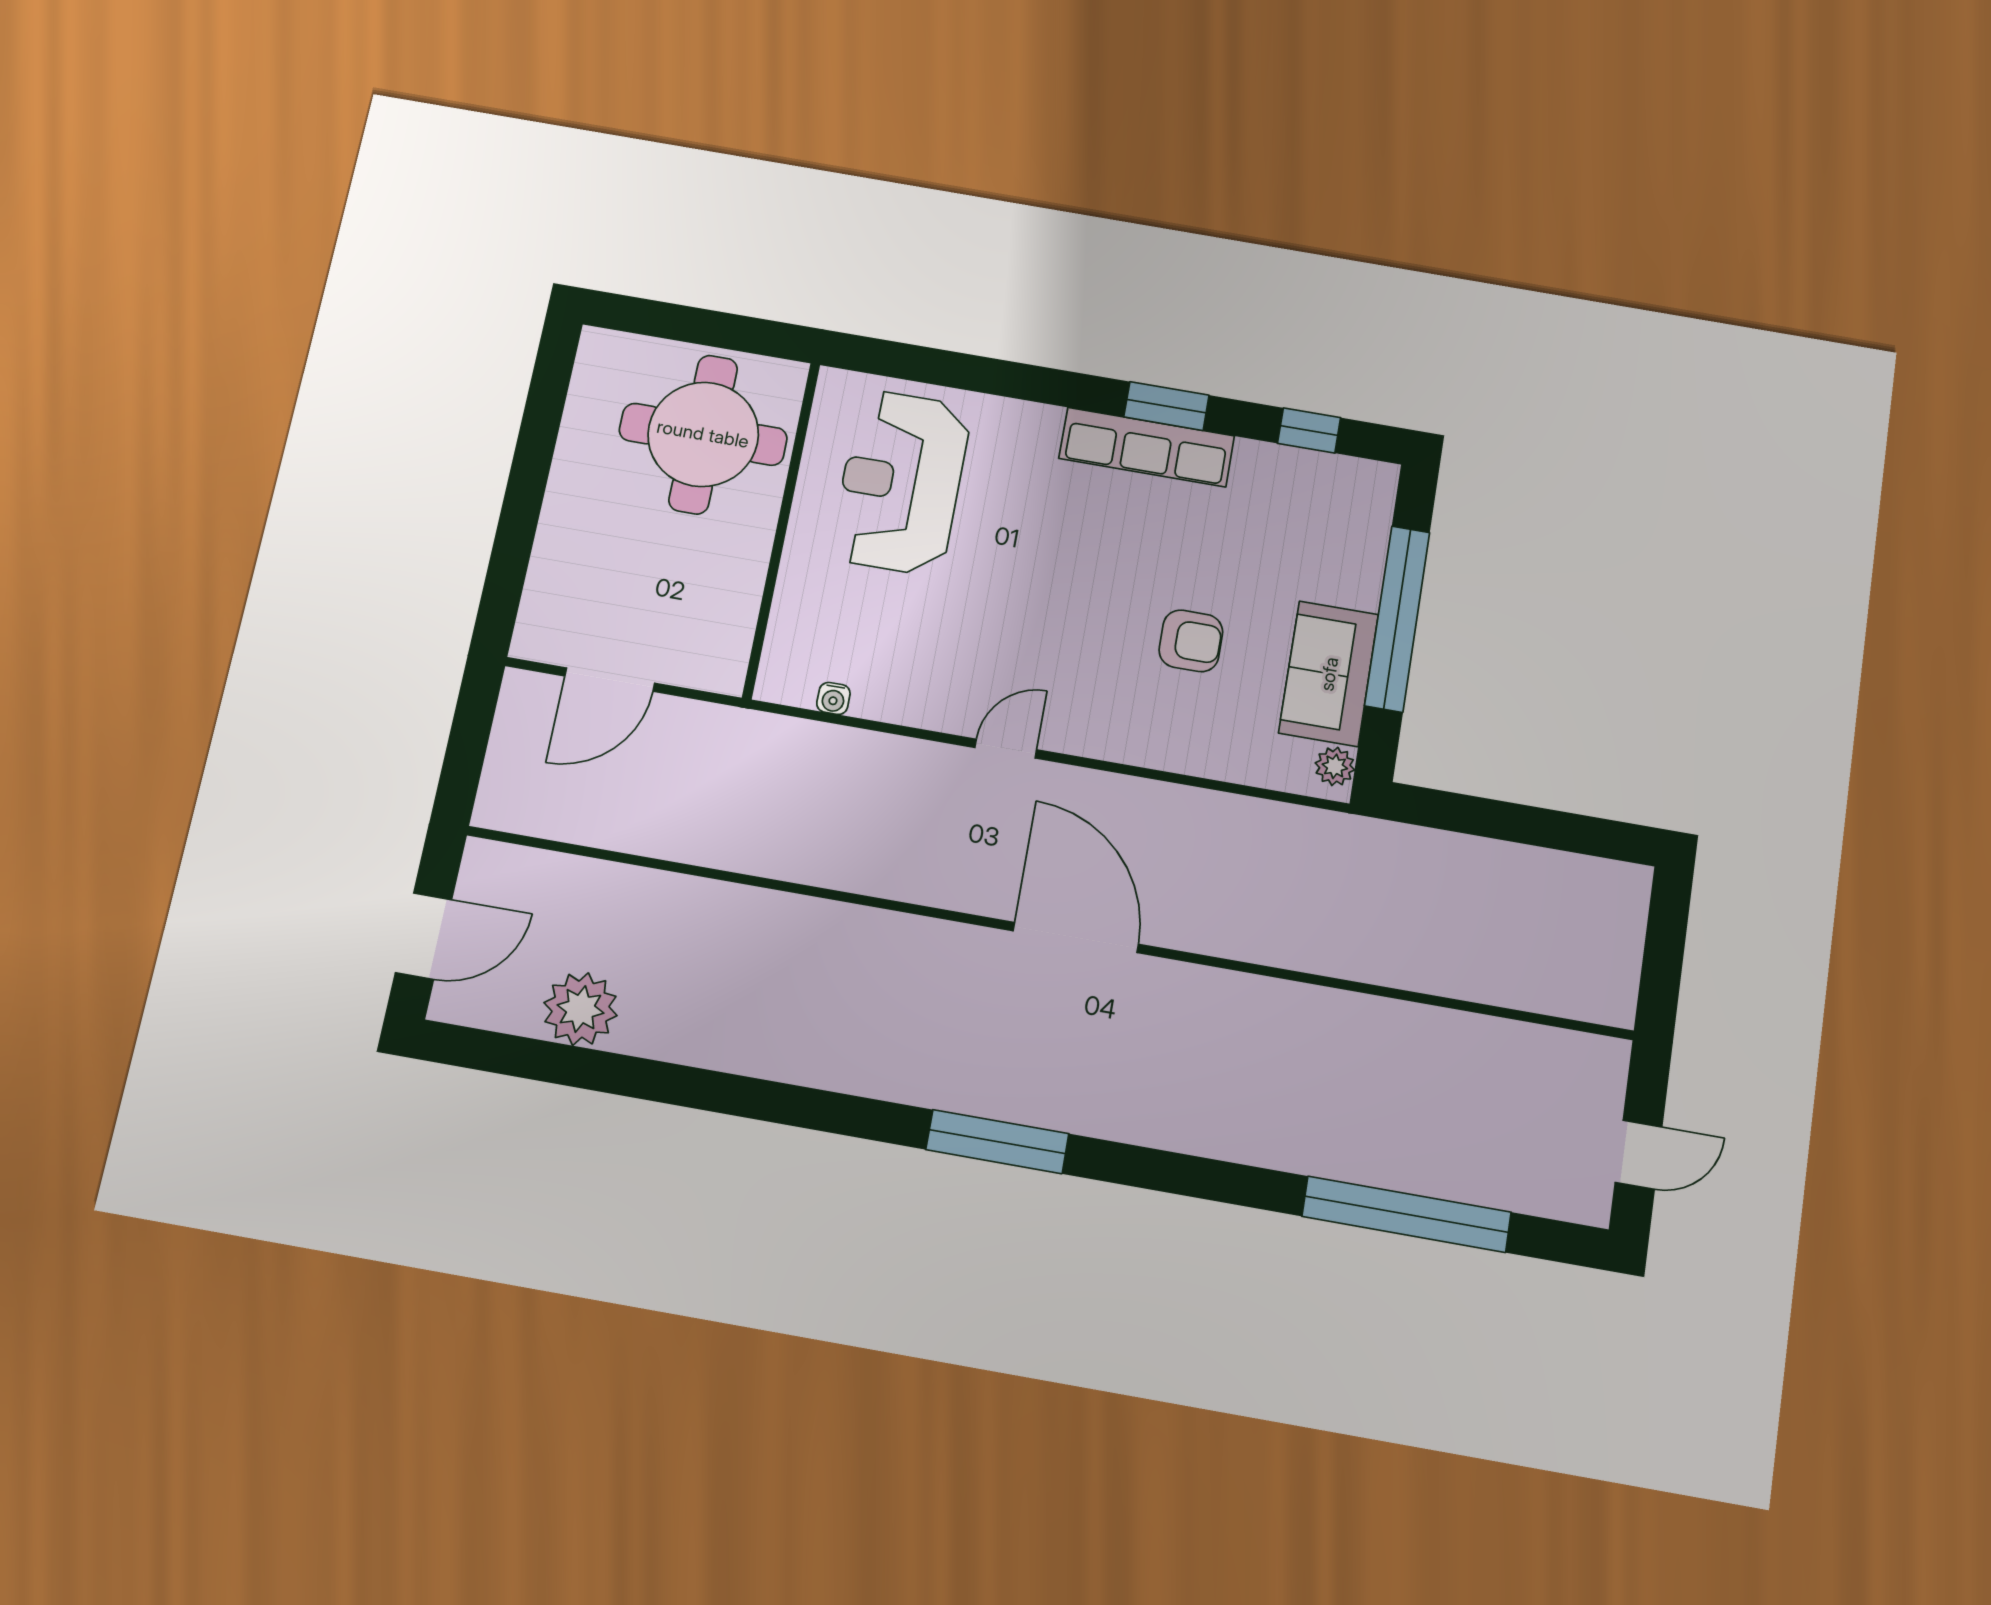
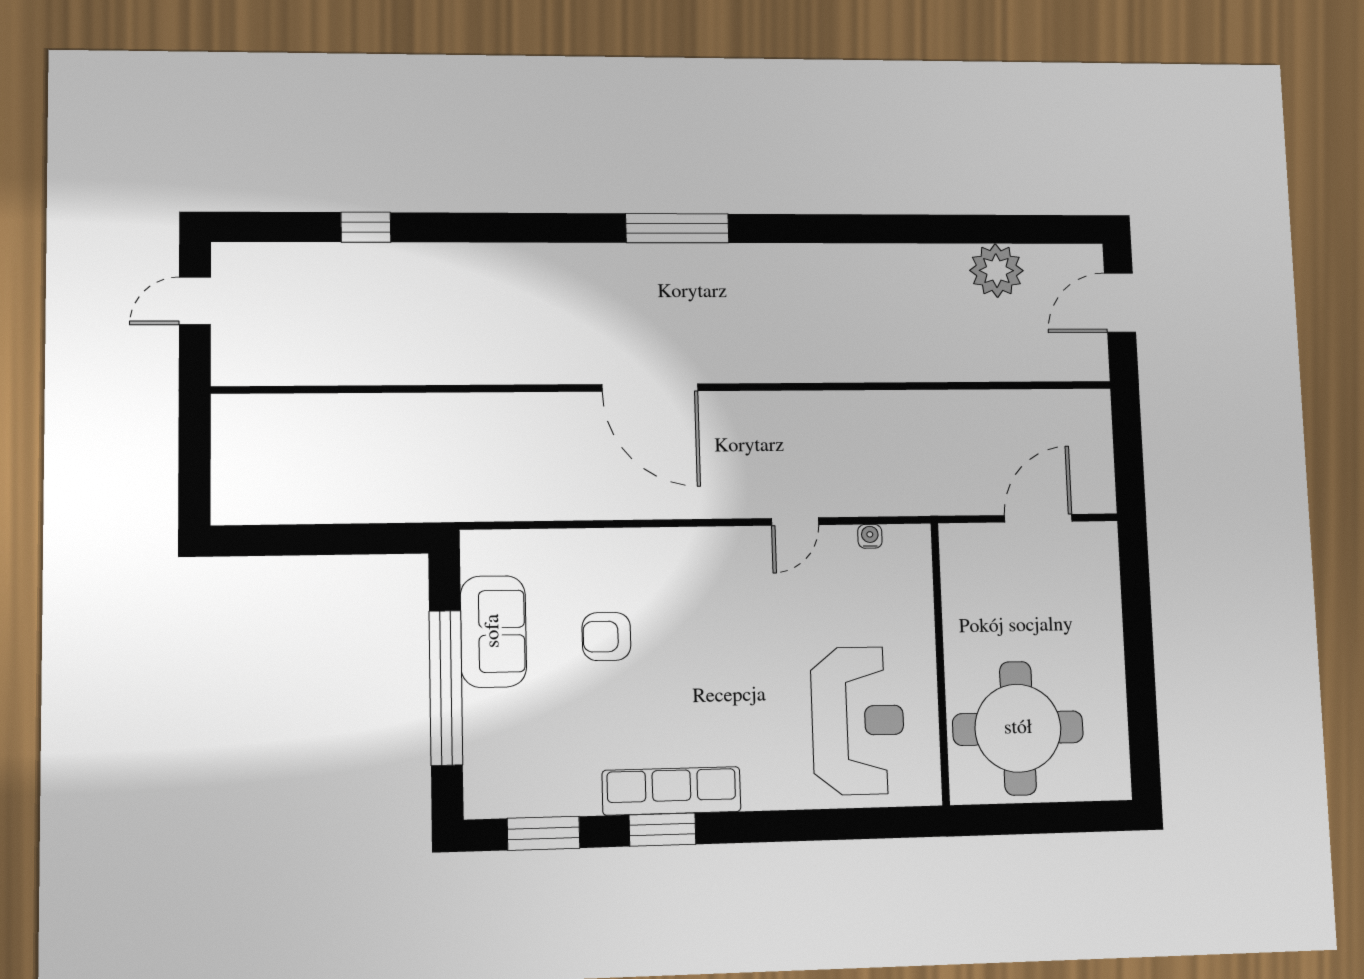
window: (1309, 430) -> (543, 833), width x1.50
door: (1006, 749) -> (795, 522), moved
plant: (1335, 766) -> (476, 557), removed
window: (1407, 1214) -> (366, 227), width x0.32

